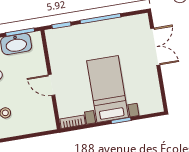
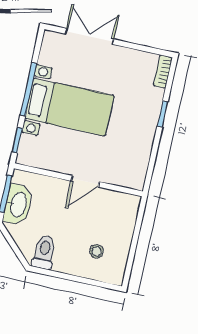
bed with nightstands: (108, 89) -> (69, 107), moved, turned 180
bookcase: (73, 122) -> (163, 71), moved

